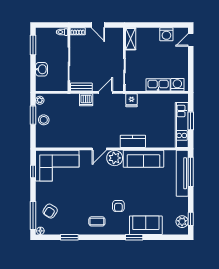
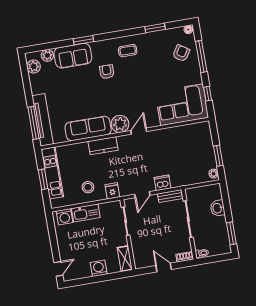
washing machine: (166, 34) -> (99, 268), moved
stool: (44, 120) -> (88, 187), moved
window: (33, 215) -> (201, 56), moved
window: (191, 219) -> (25, 71), removed
plant: (168, 229) -> (47, 55), added

